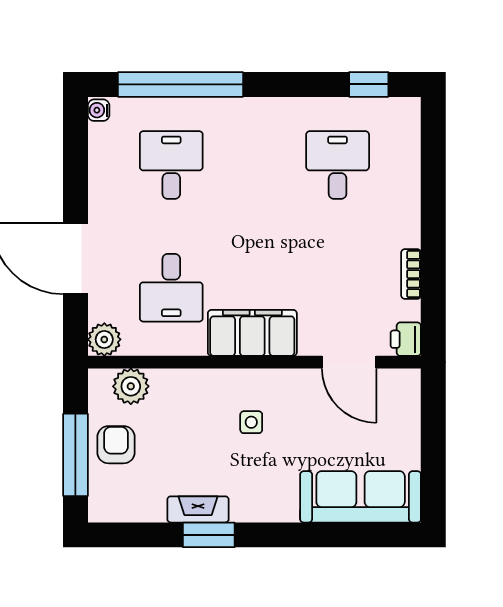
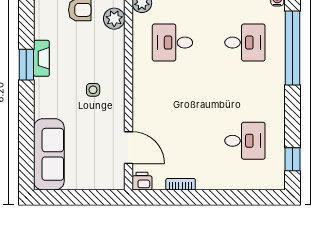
filing cabinet: (252, 333) -> (146, 90), removed
door: (349, 362) -> (129, 148), swing flipped

